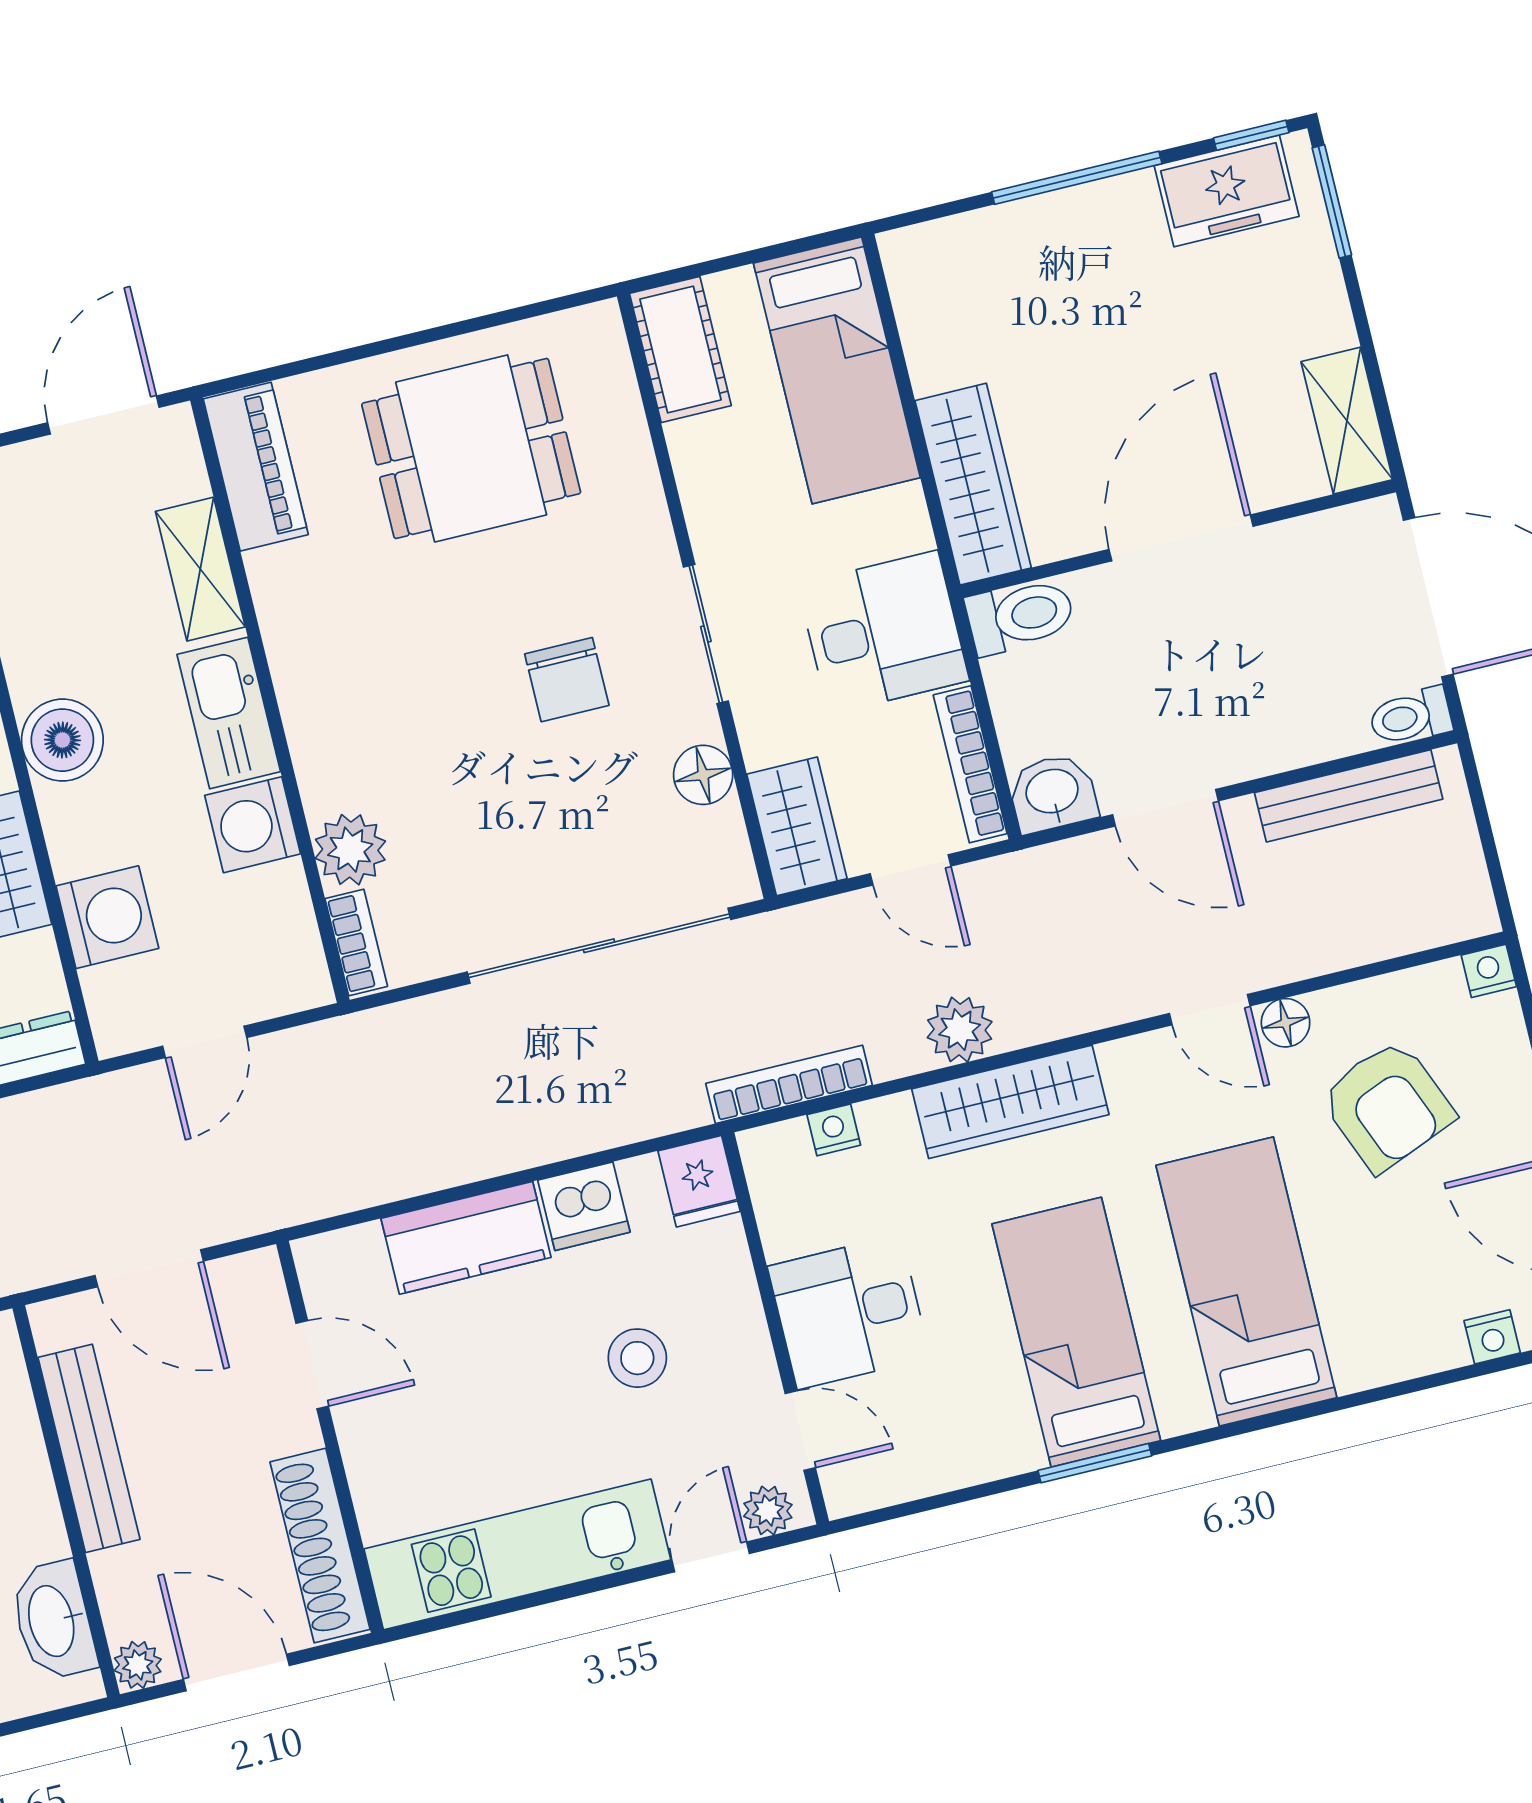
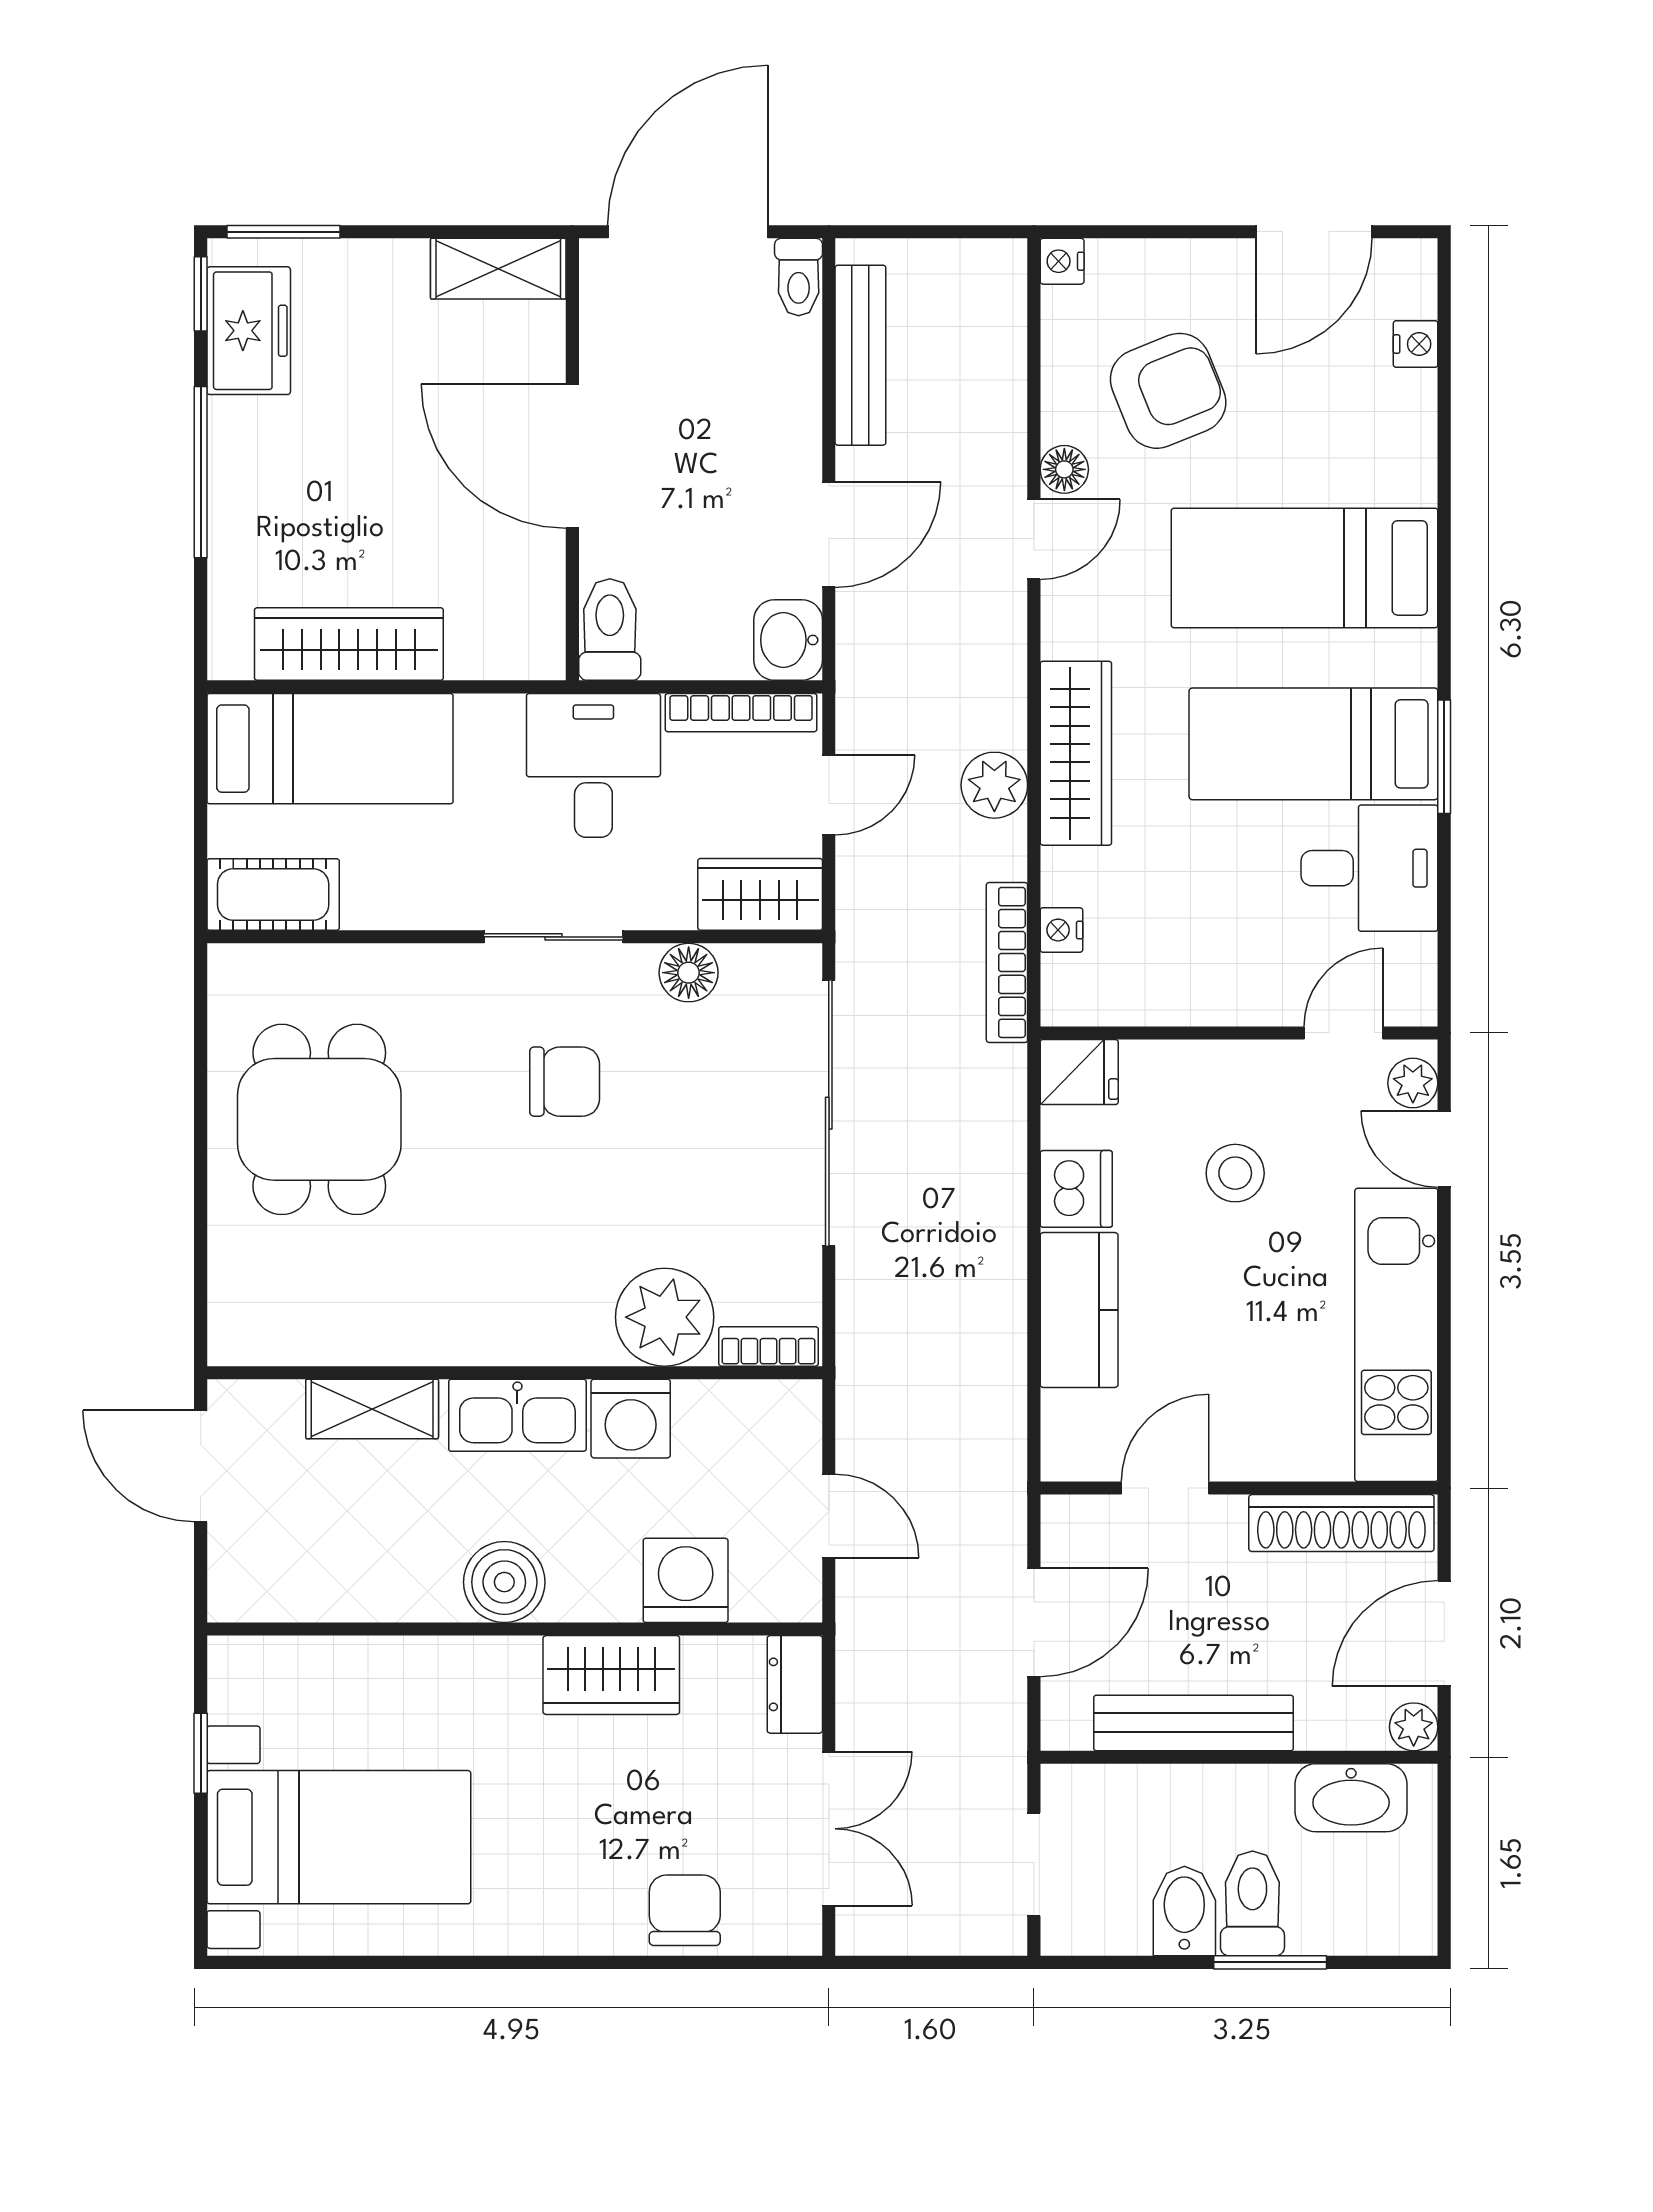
piano: (256, 467) -> (286, 1331), removed
wardrobe: (973, 484) -> (349, 644), moved
plant: (350, 850) -> (665, 1317), width x1.36, depth x1.36
desk: (849, 1312) -> (1369, 868), moved, turned -90

